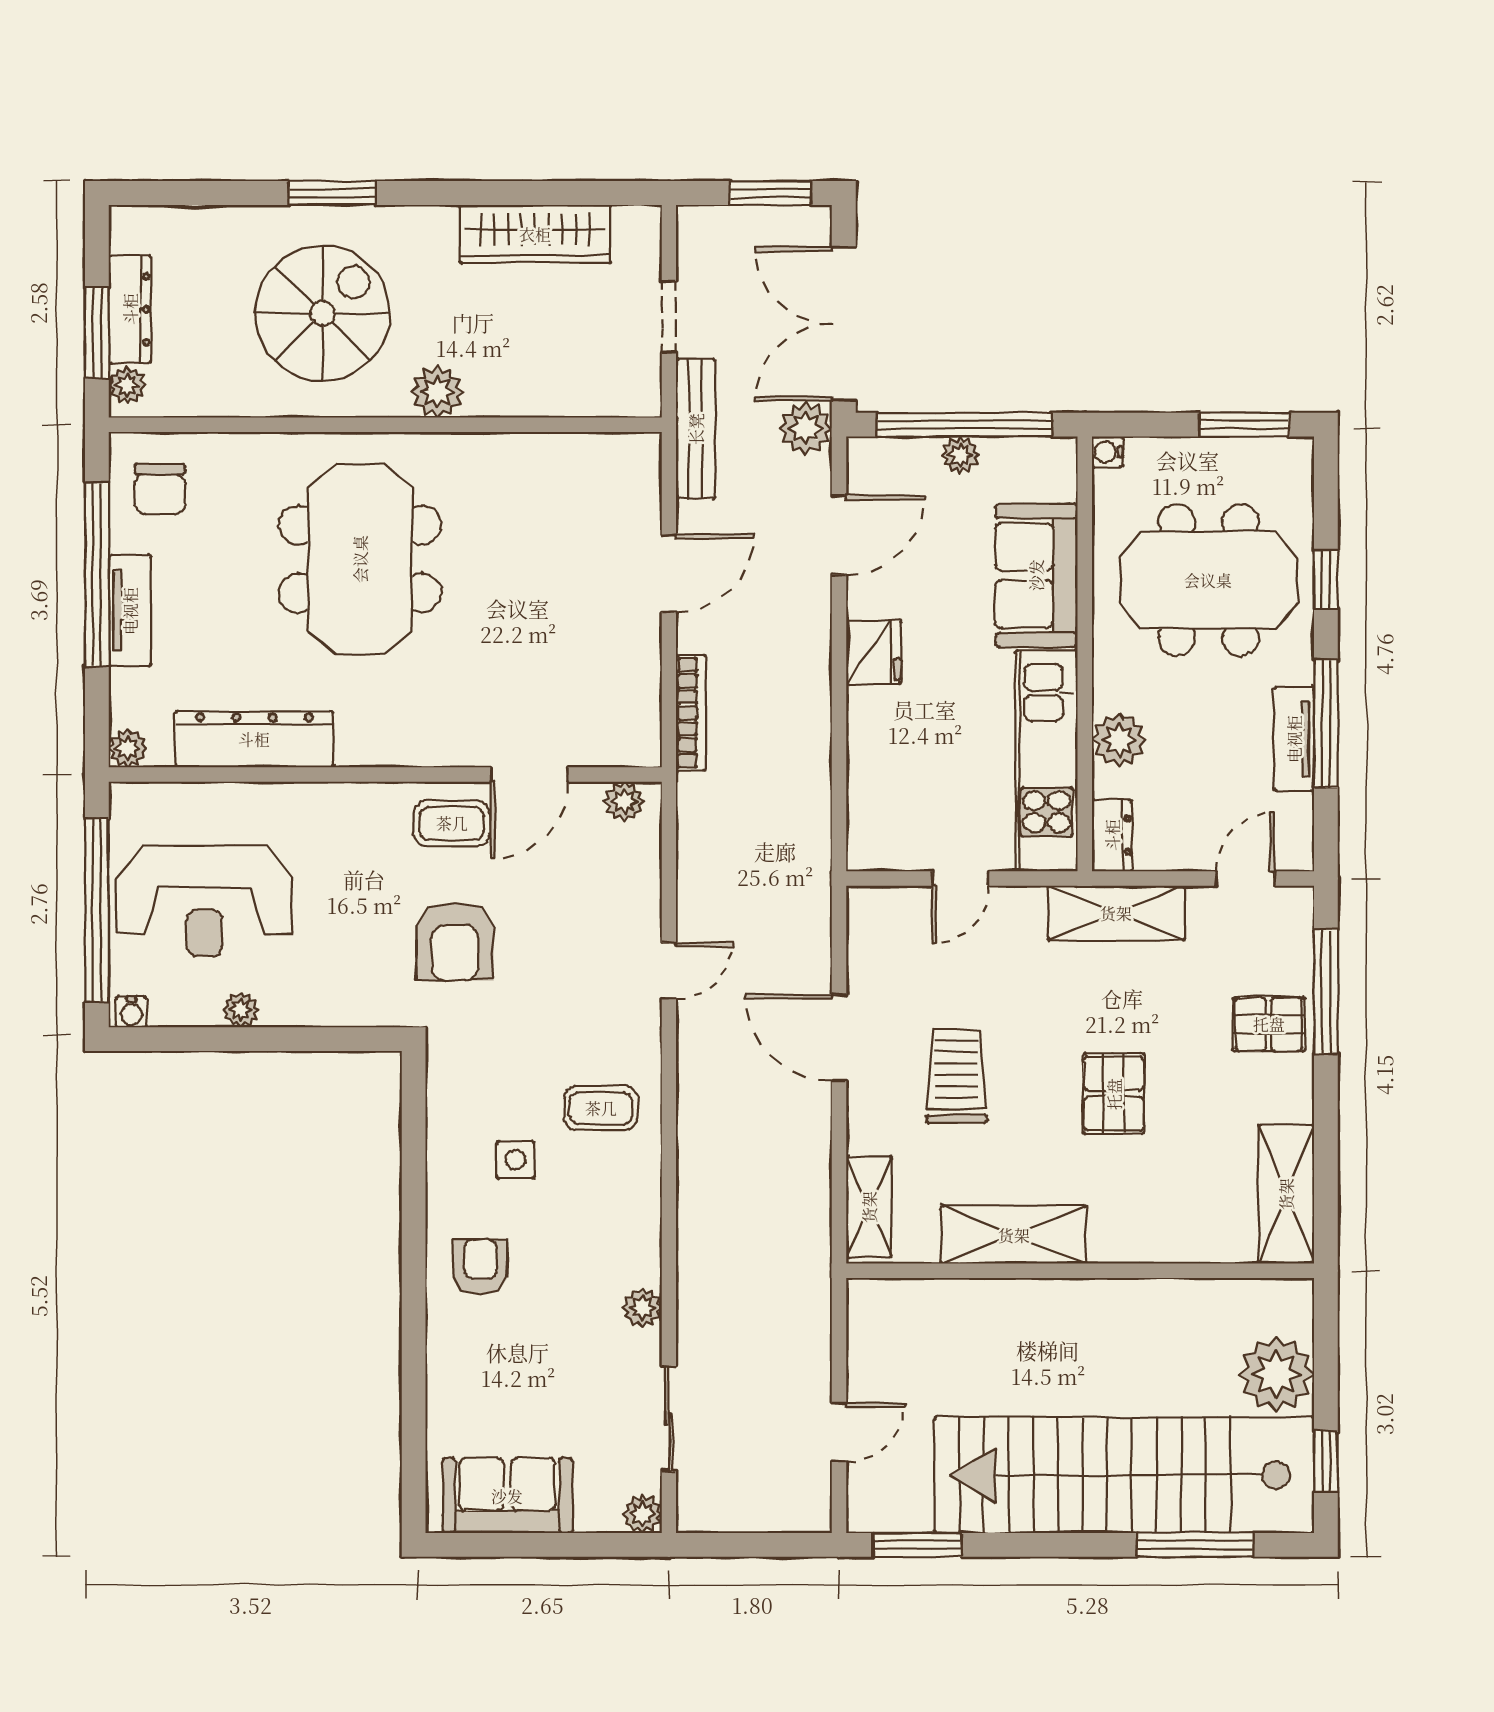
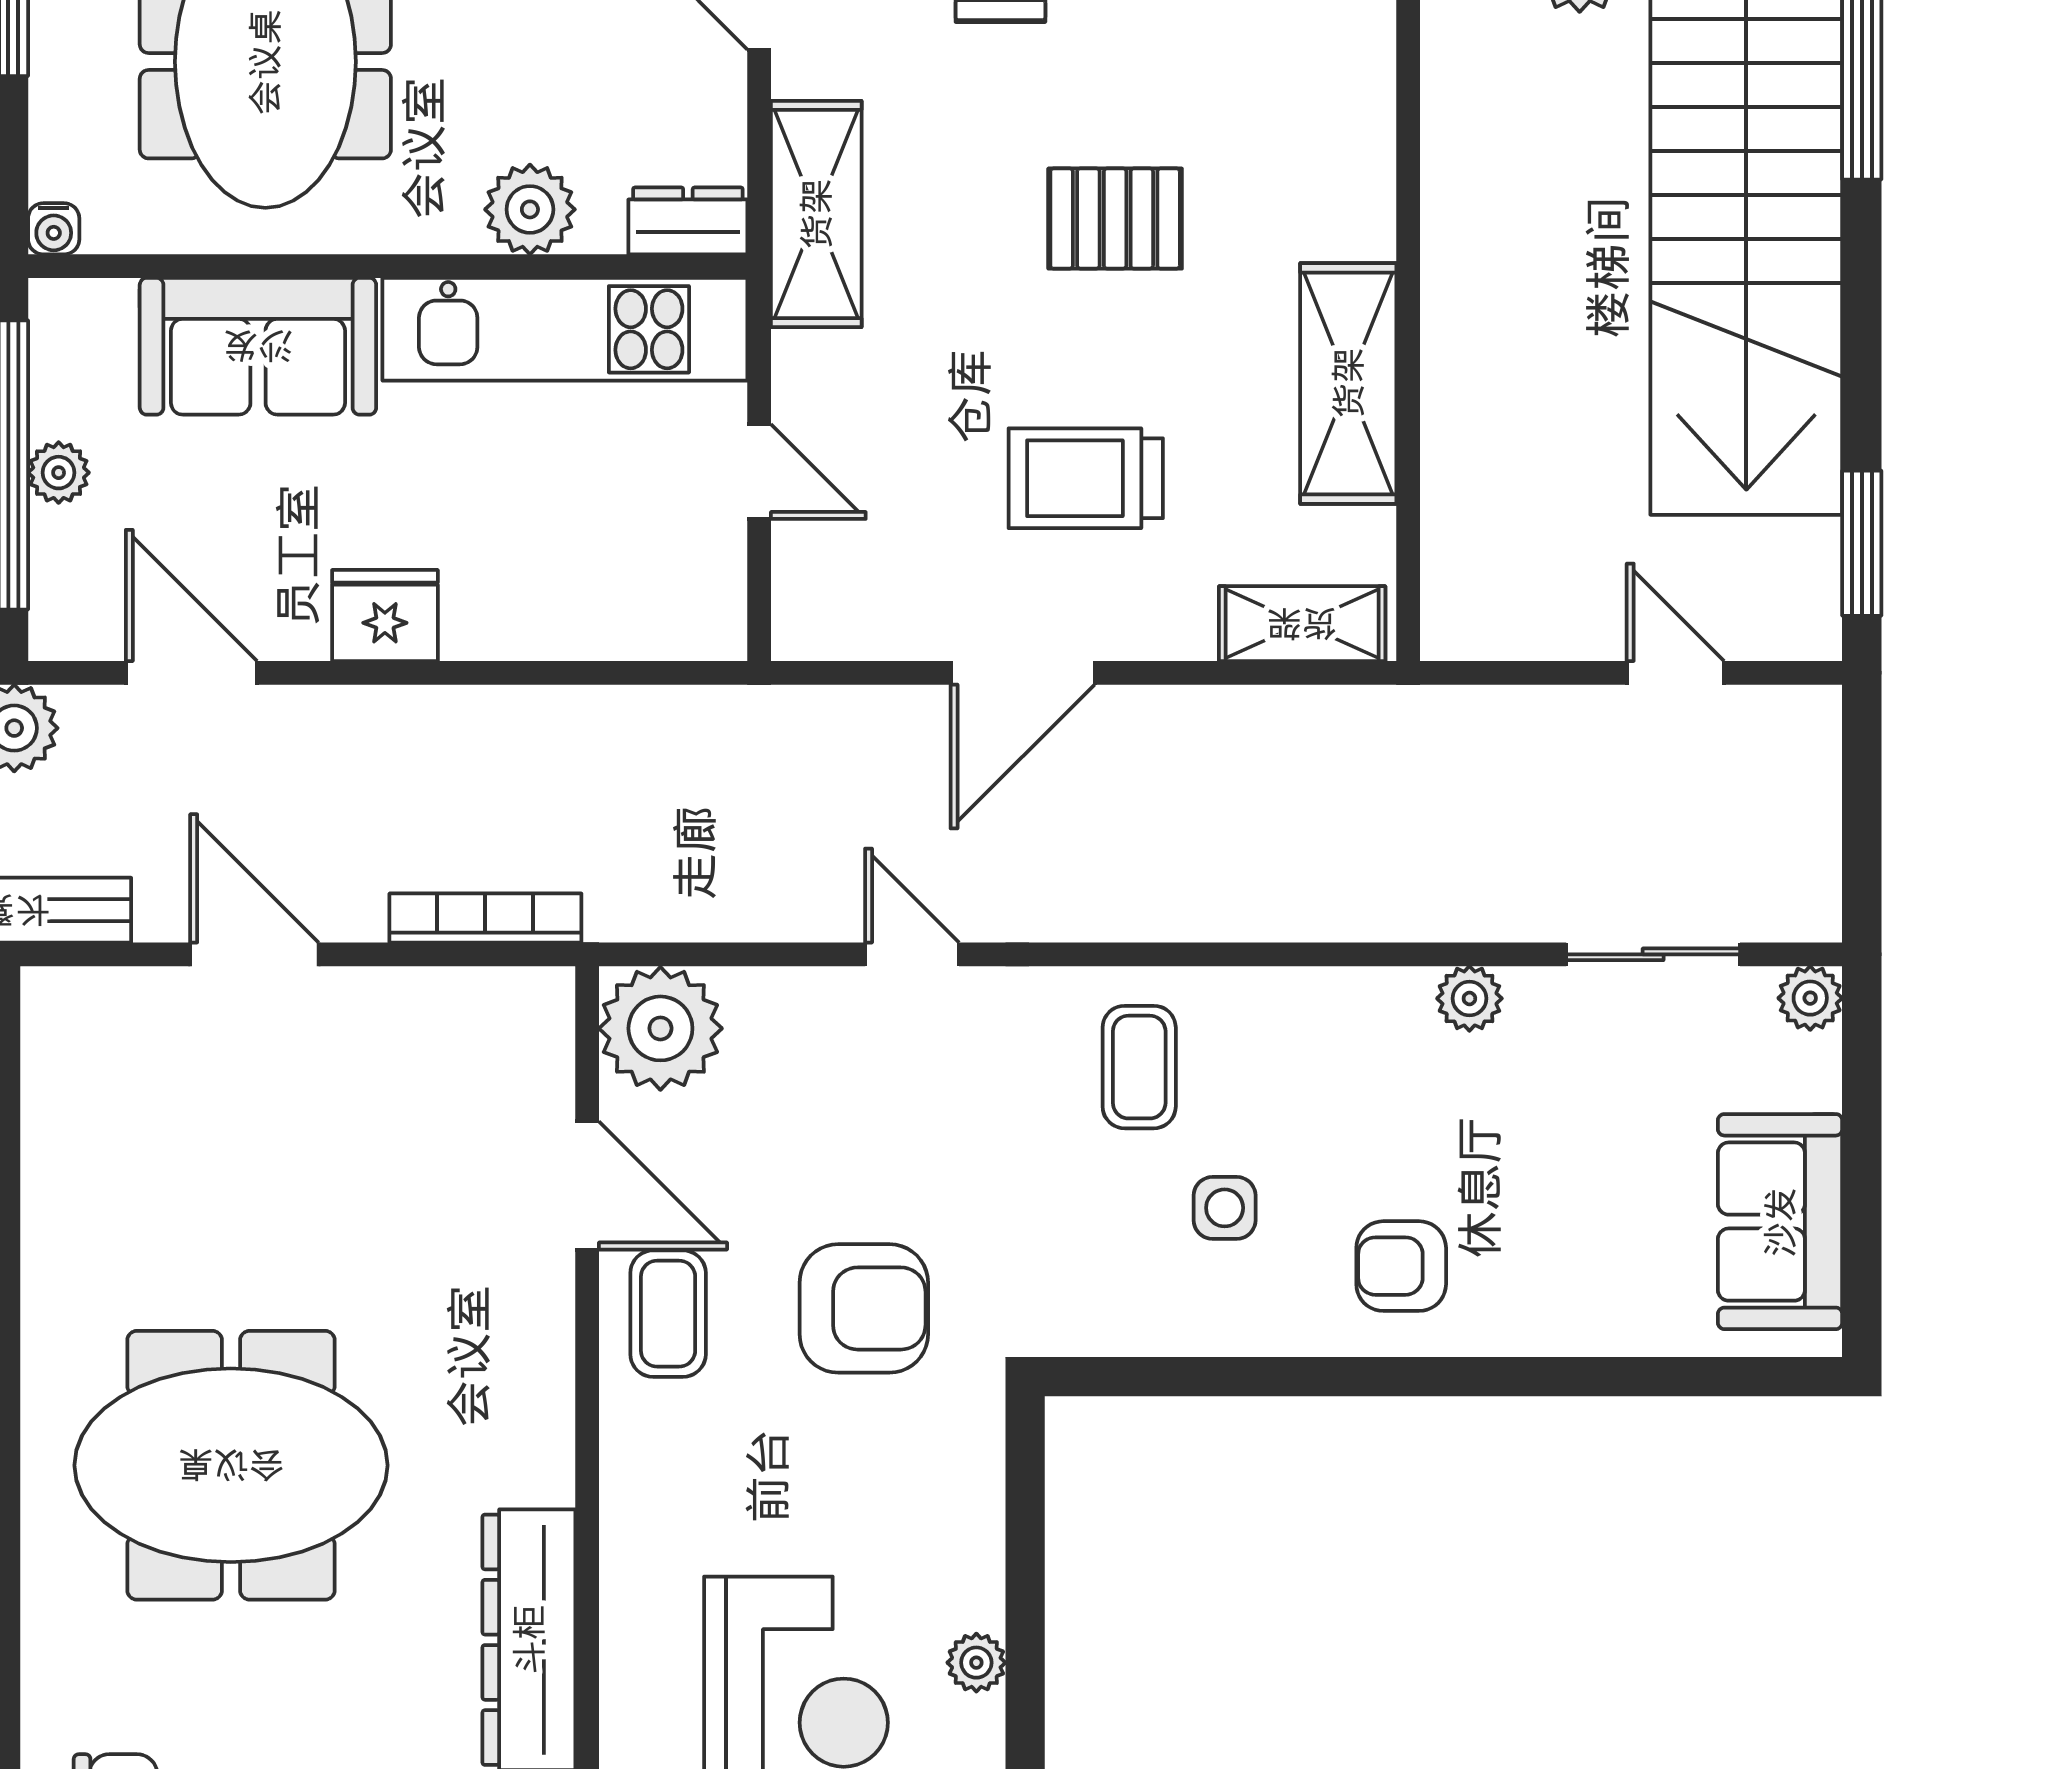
plant: (624, 801) -> (660, 1028), width x1.87, depth x1.87

